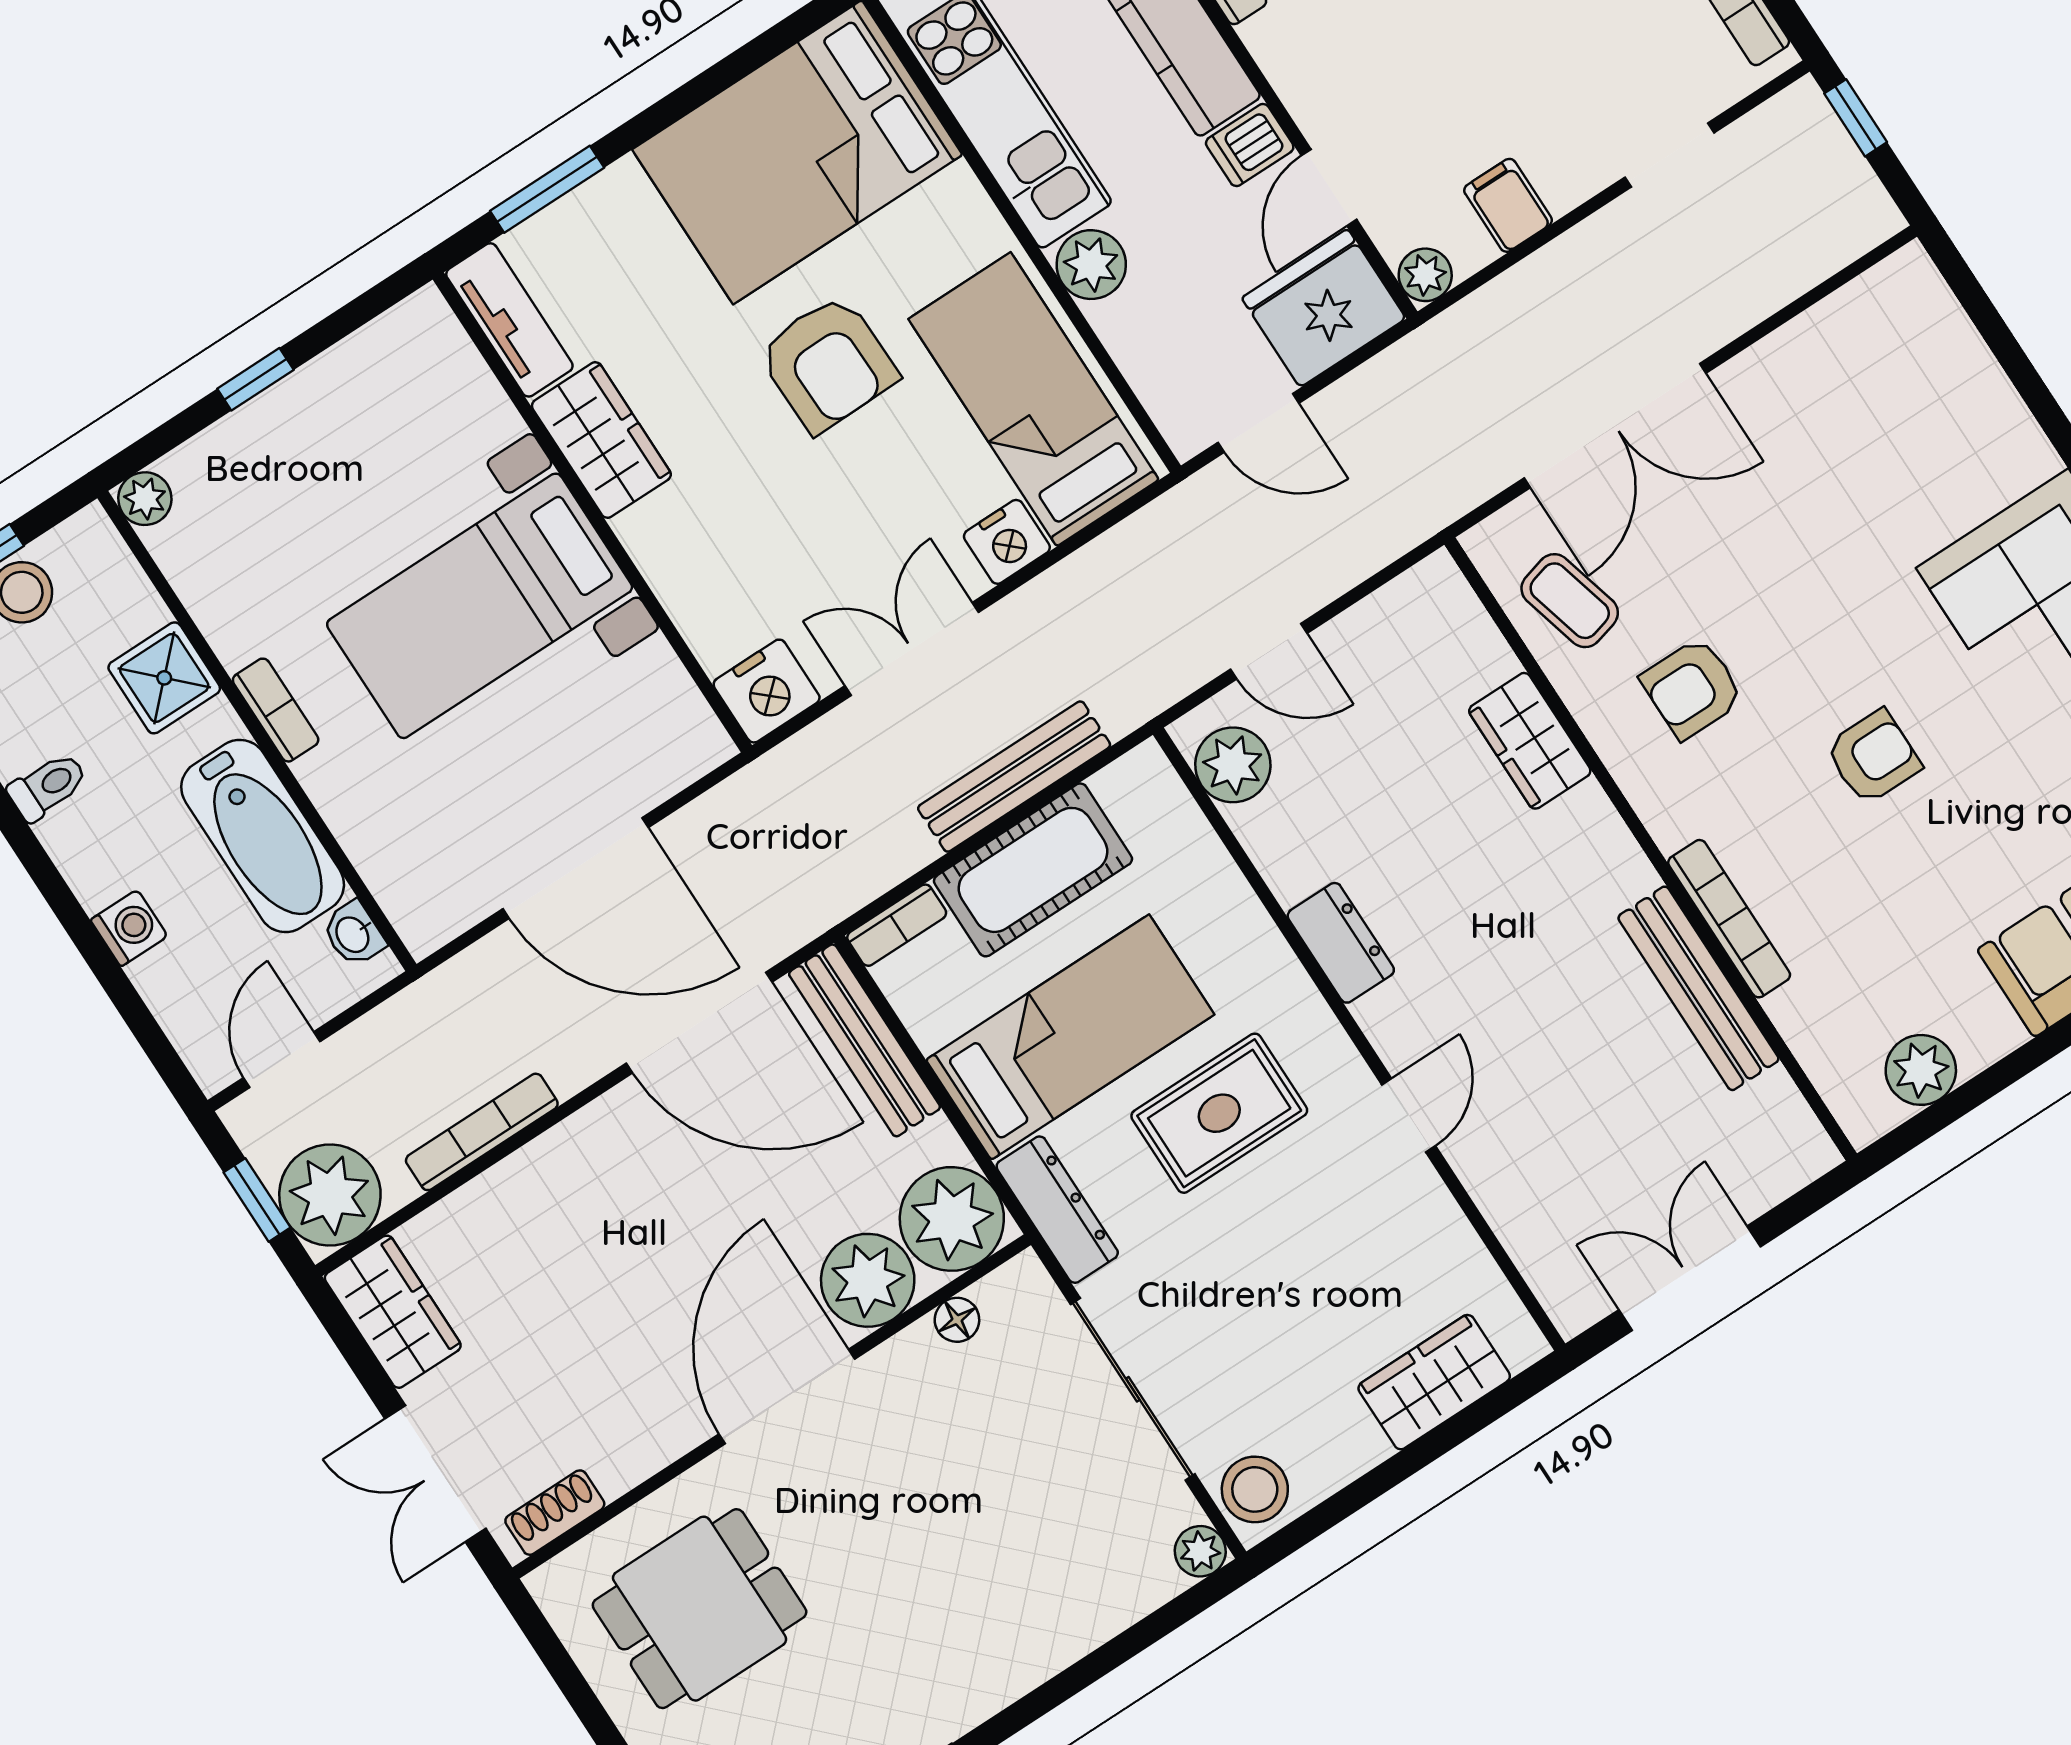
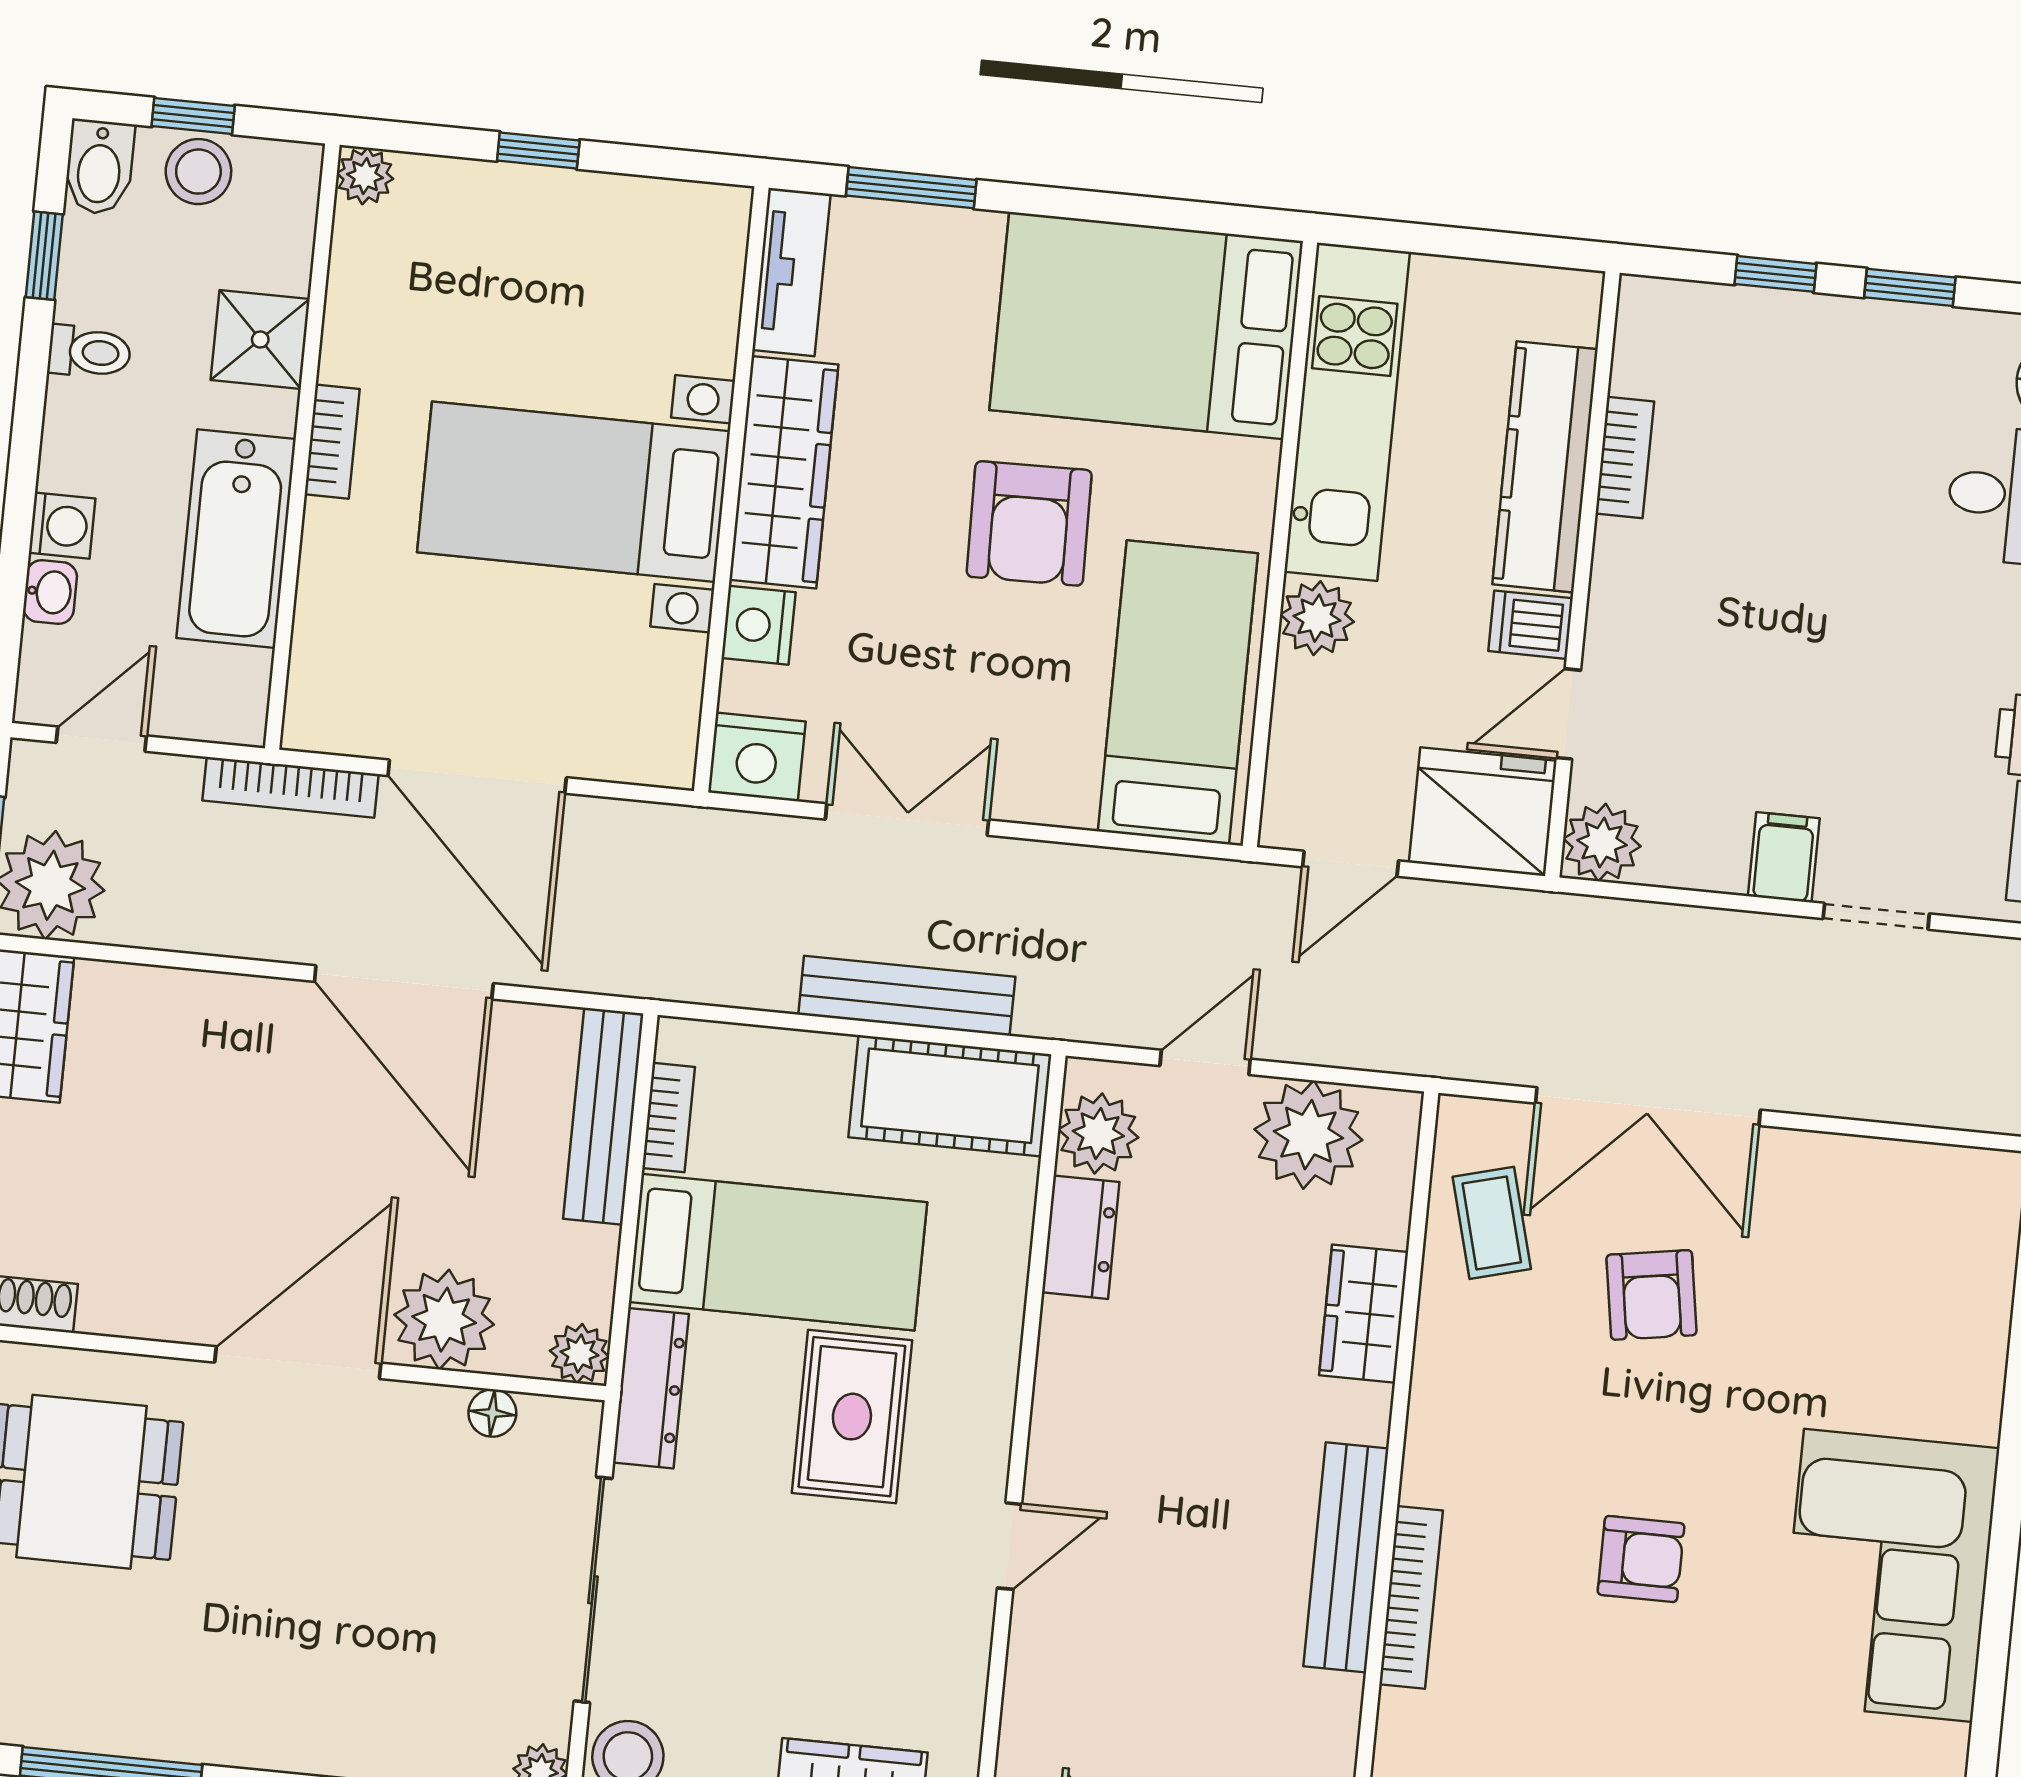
filing cabinet: (1508, 205) -> (1784, 857), moved
plant: (1425, 275) -> (1602, 843), width x1.38, depth x1.38
door: (1258, 423) -> (1351, 864), hinge flipped
wardrobe: (601, 440) -> (784, 472), width x1.50
nightstand: (1007, 542) -> (759, 625), moved, turned 90
plant: (1386, 643) -> (1308, 1135), added
door: (1269, 651) -> (1205, 1062), swing flipped
armchair: (1692, 688) -> (1651, 1295), moved, turned -99
cot: (1033, 870) -> (950, 1096), moved
bookcase: (897, 925) -> (669, 1117), moved, turned -90
washbasin: (354, 934) -> (50, 592), moved, turned 180
dresser: (1341, 943) -> (1081, 1237), moved
bench: (1698, 988) -> (1346, 1557), moved
door: (699, 1023) -> (404, 982), moved
rug: (1219, 1113) -> (852, 1417), turned 90
bookcase: (482, 1132) -> (290, 787), moved, turned 180
plant: (952, 1219) -> (579, 1354), width x0.53, depth x0.53

